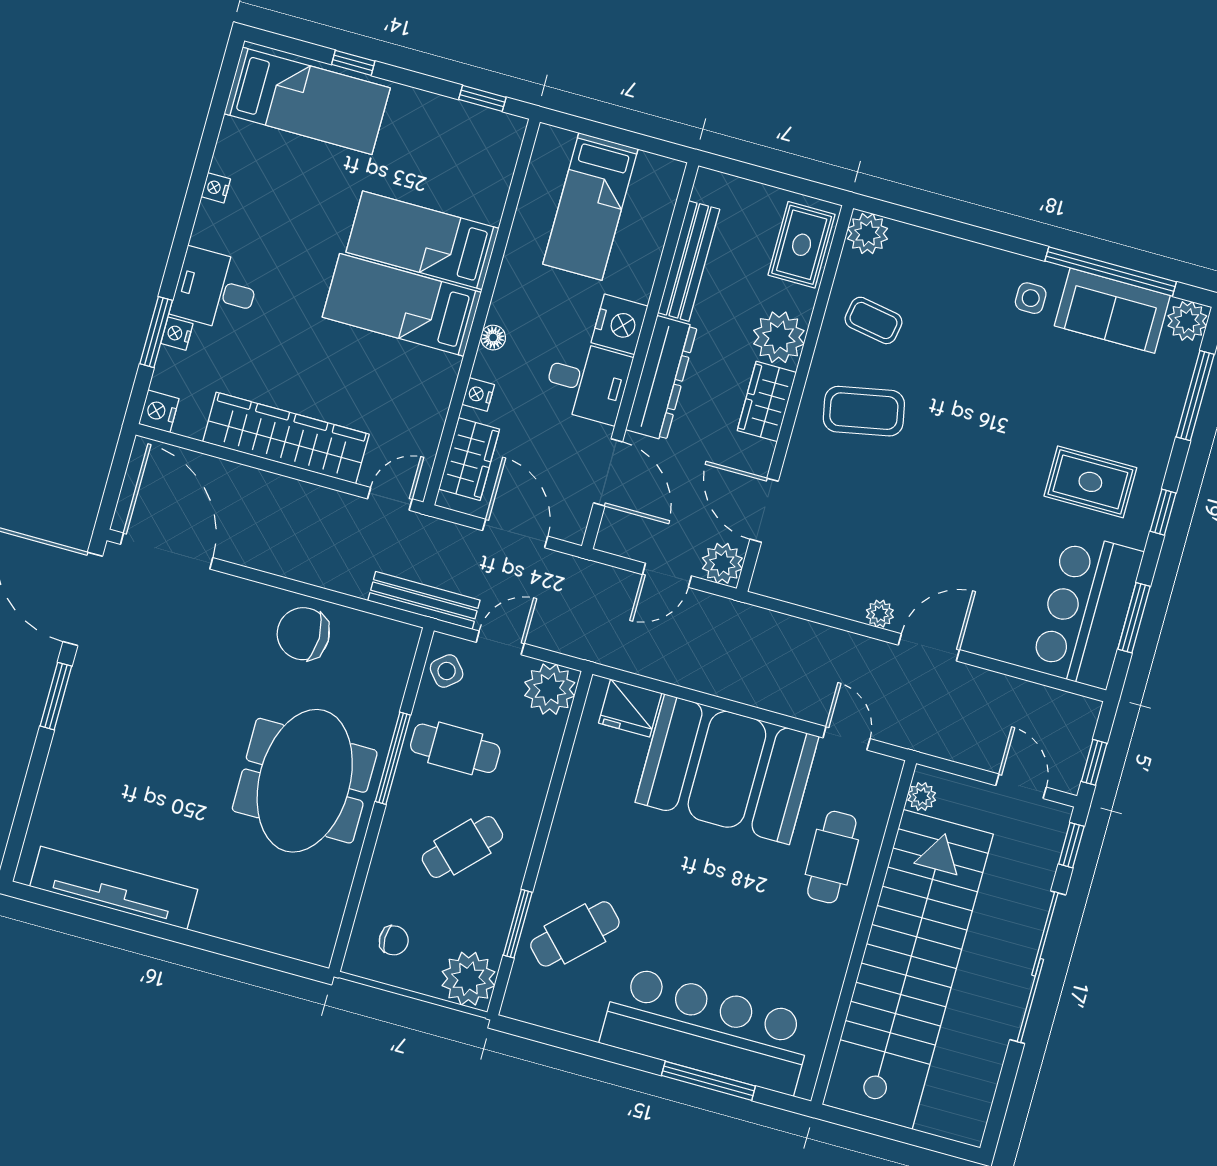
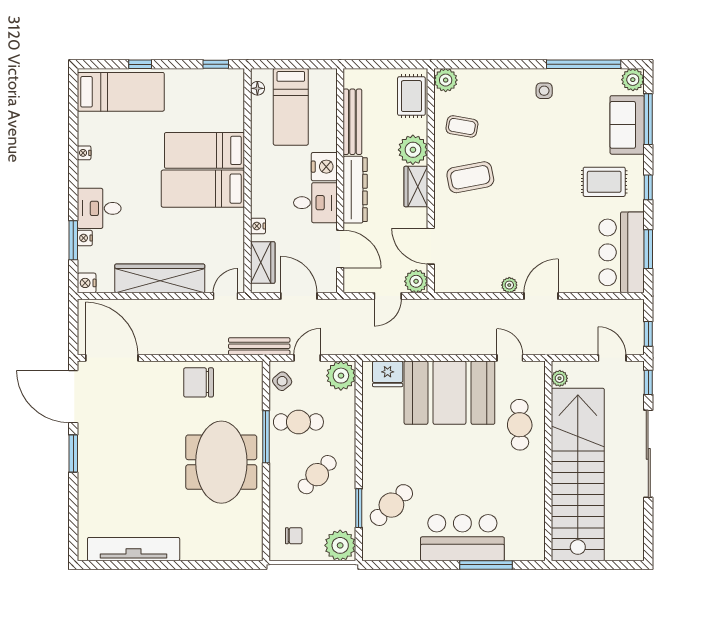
sofa: (1112, 311) -> (627, 125), moved, turned 90
floor lamp: (493, 338) -> (257, 88), moved
bar counter: (707, 1030) -> (462, 538), width x0.73

